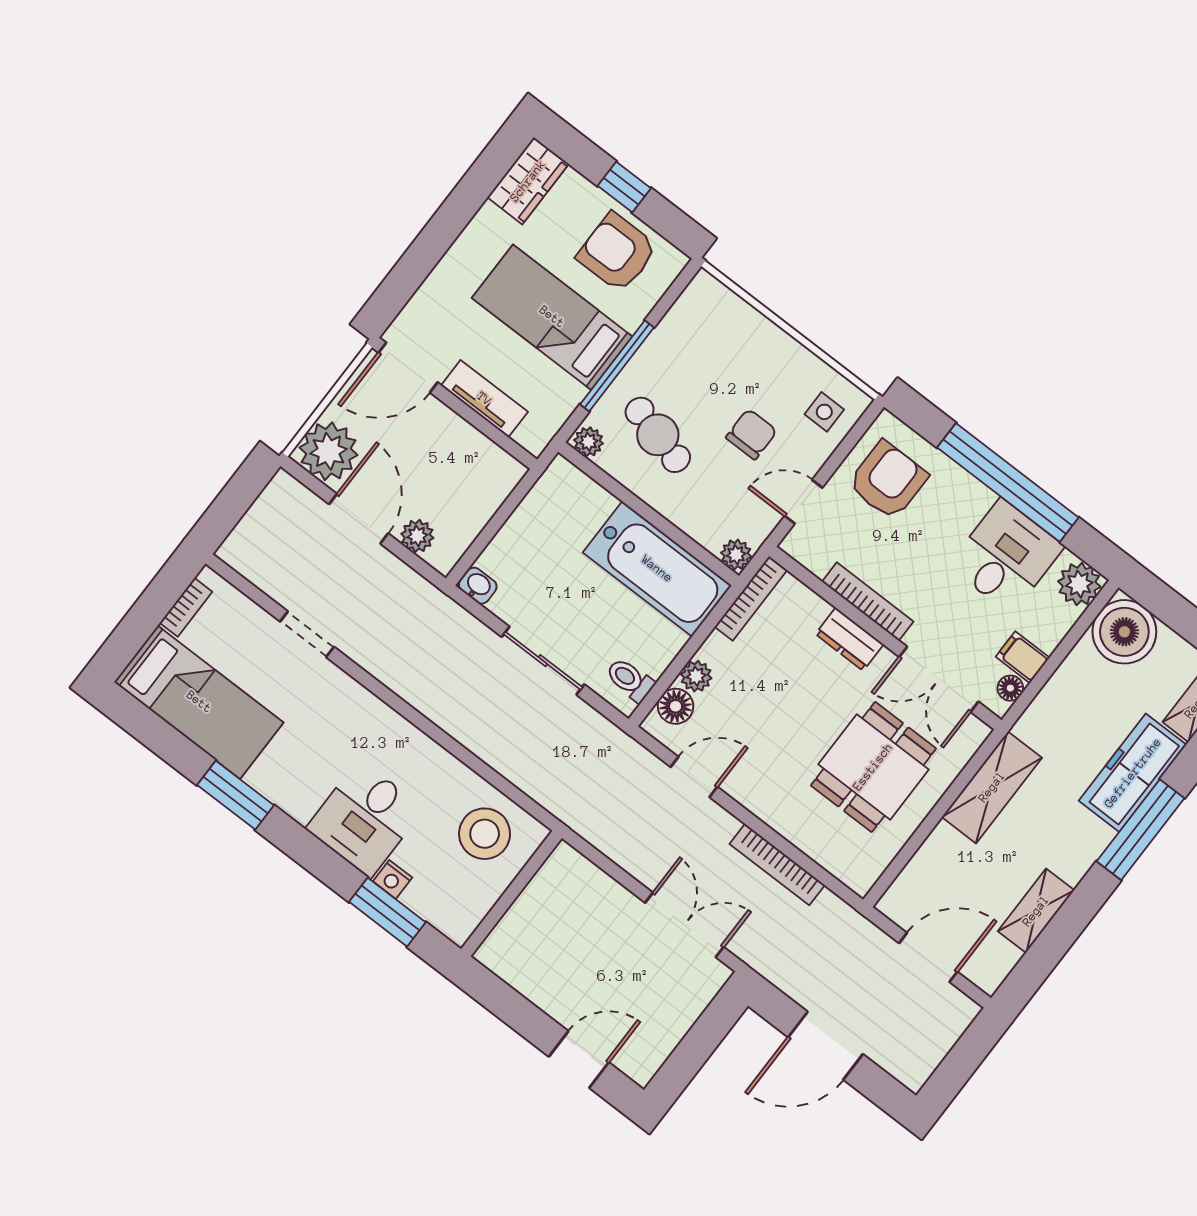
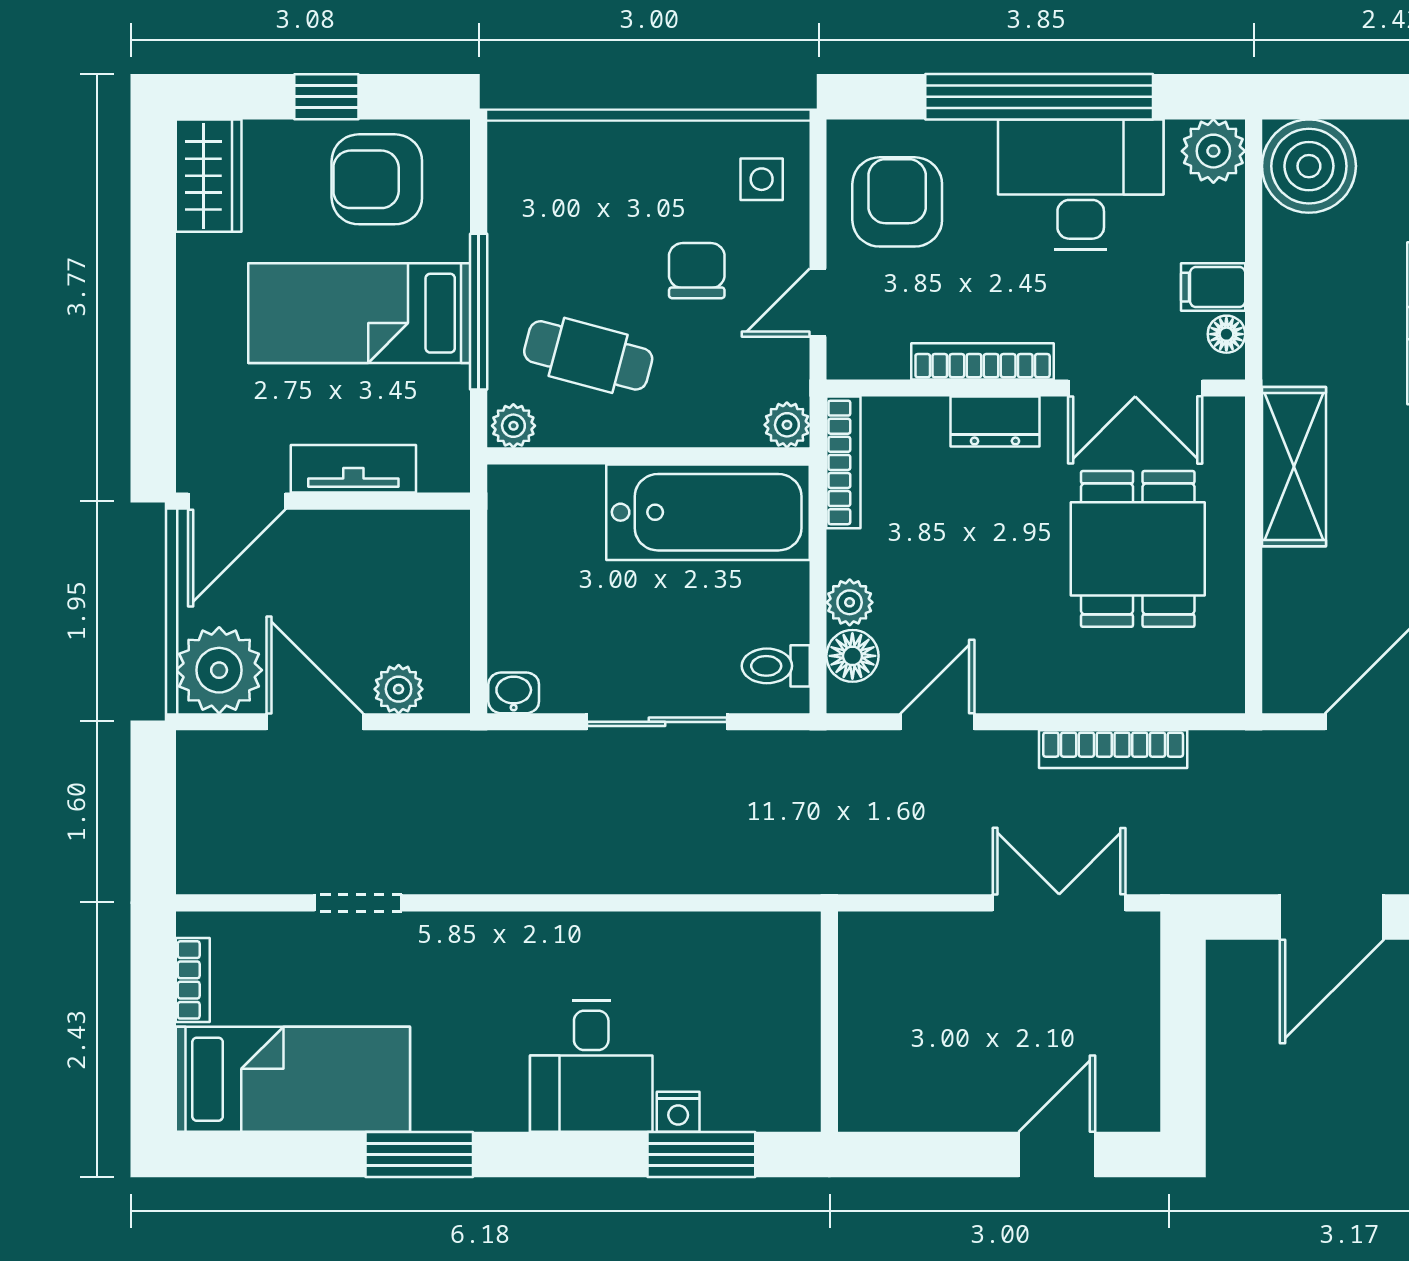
desk: (1006, 556) -> (1081, 184), width x1.37
stool: (485, 834) -> (744, 976), removed

